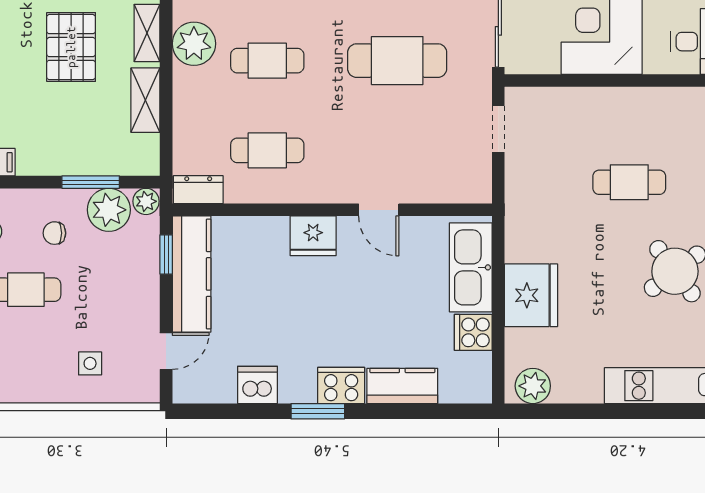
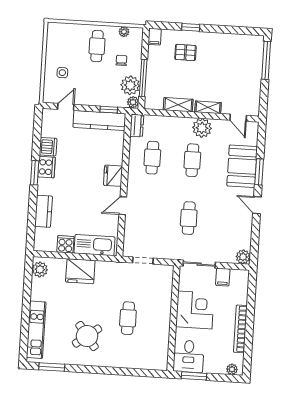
pallet: (71, 47) -> (185, 52), moved, width x0.67, depth x0.71
cafe table: (397, 61) -> (189, 218), width x0.73, depth x0.74
doorway: (498, 129) -> (143, 260), moved
window: (91, 182) -> (143, 78), width x1.44
door: (166, 351) -> (66, 107), swing flipped
cooker: (341, 385) -> (46, 167), moved

